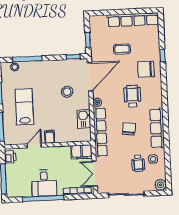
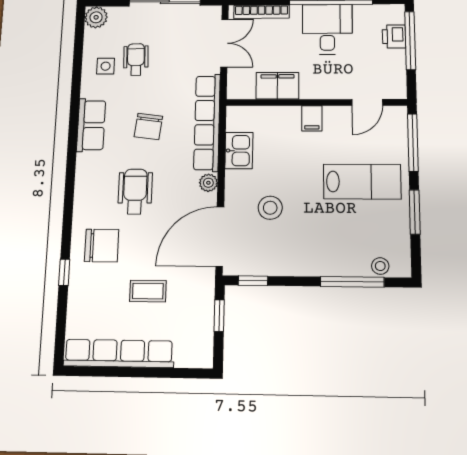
wheelchair: (132, 96) -> (135, 191), turned 180
lab bench: (24, 107) -> (362, 182), turned -90
row of seats: (157, 128) -> (91, 125), width x0.68
door: (34, 146) -> (367, 102), moved
filing cabinet: (82, 152) -> (277, 86), moved
printer: (10, 157) -> (394, 36), moved

